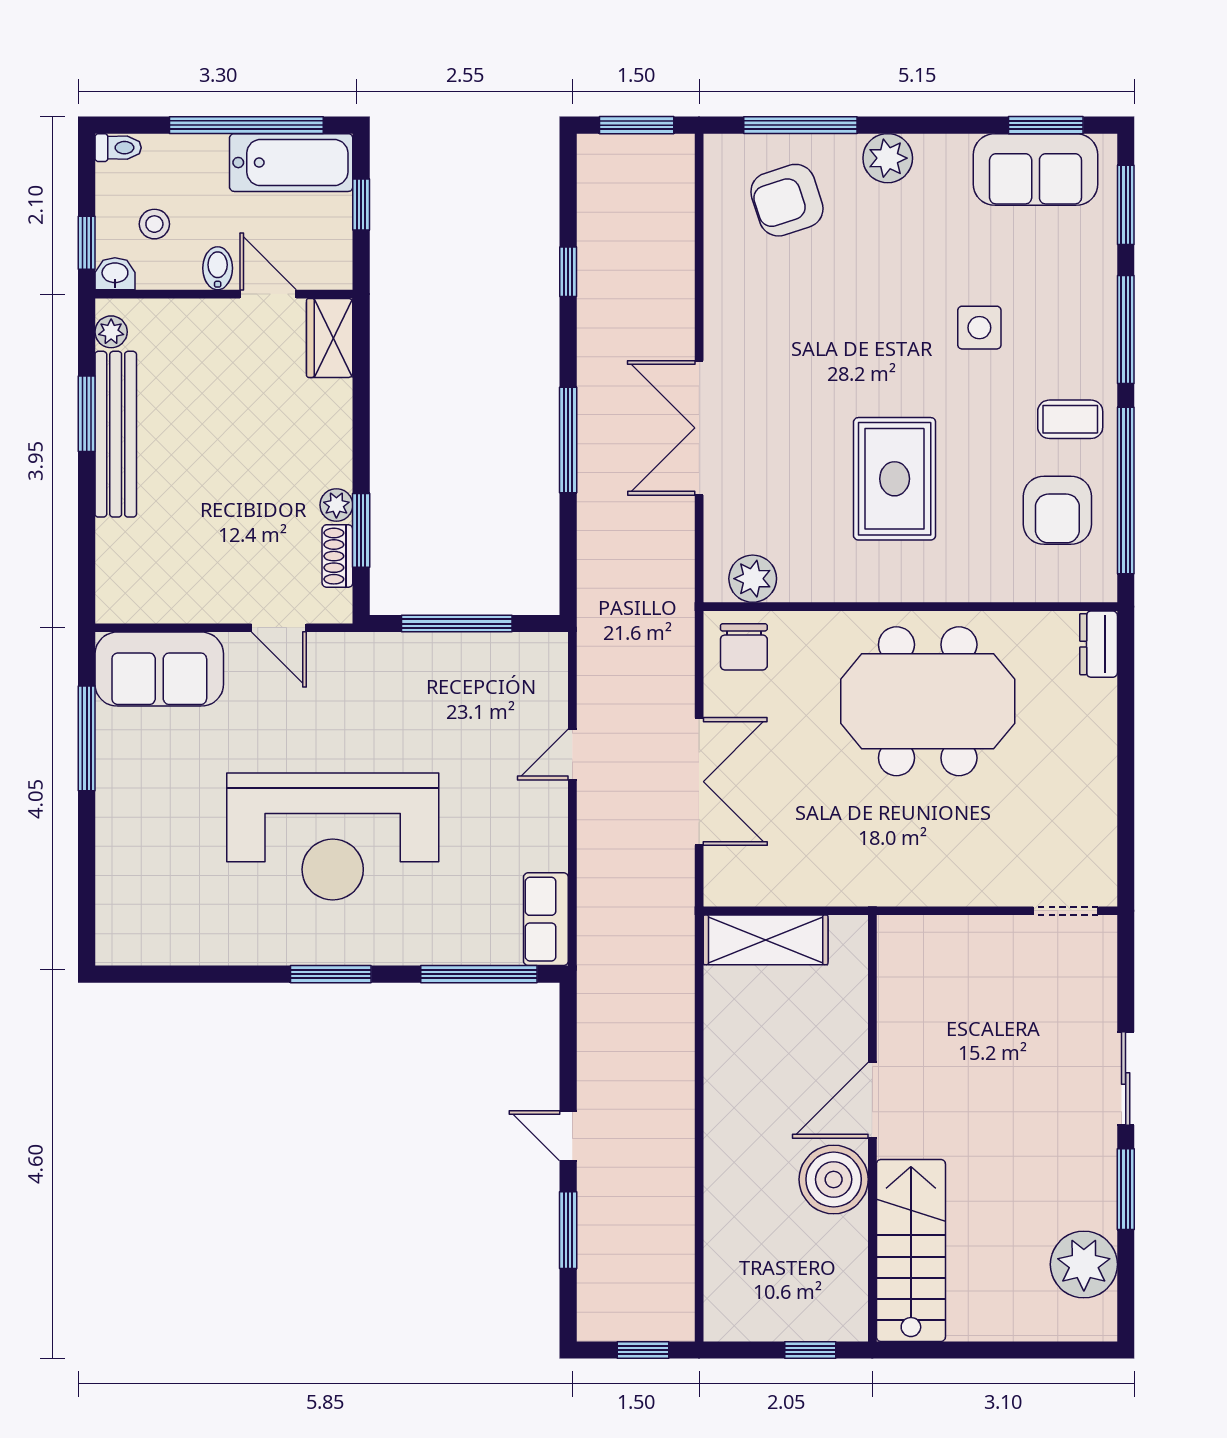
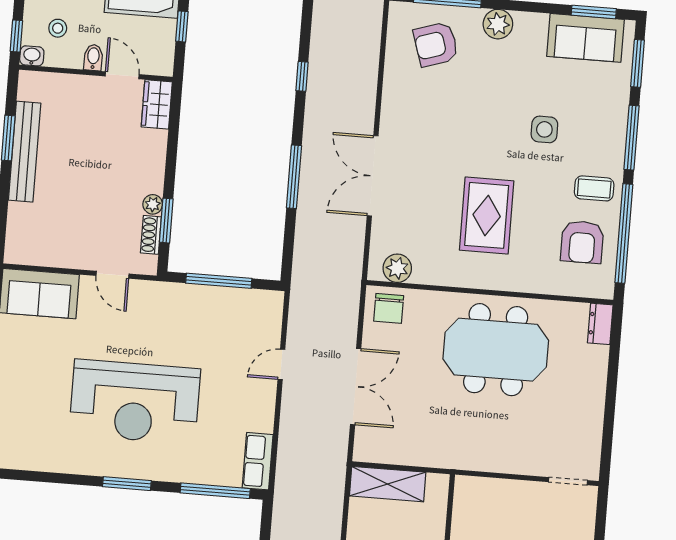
plant: (111, 332) -> (27, 90), removed

